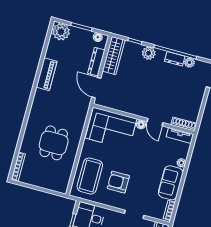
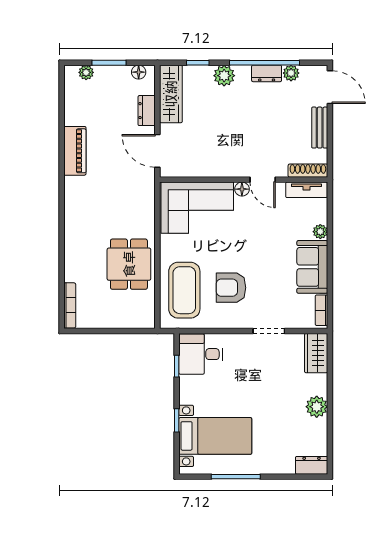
plant: (61, 32) -> (86, 72), width x0.53, depth x0.53
dresser: (96, 62) -> (147, 111), width x0.70
bench: (198, 100) -> (320, 128), added
dining table: (54, 143) -> (129, 264), moved

